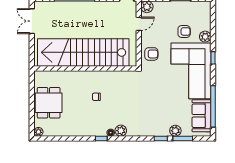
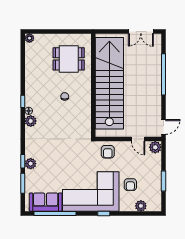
double door: (32, 21) -> (141, 32), swing flipped
plant: (205, 37) -> (141, 206), moved
dining table: (49, 103) -> (69, 59), moved
plant: (175, 131) -> (31, 164), moved

